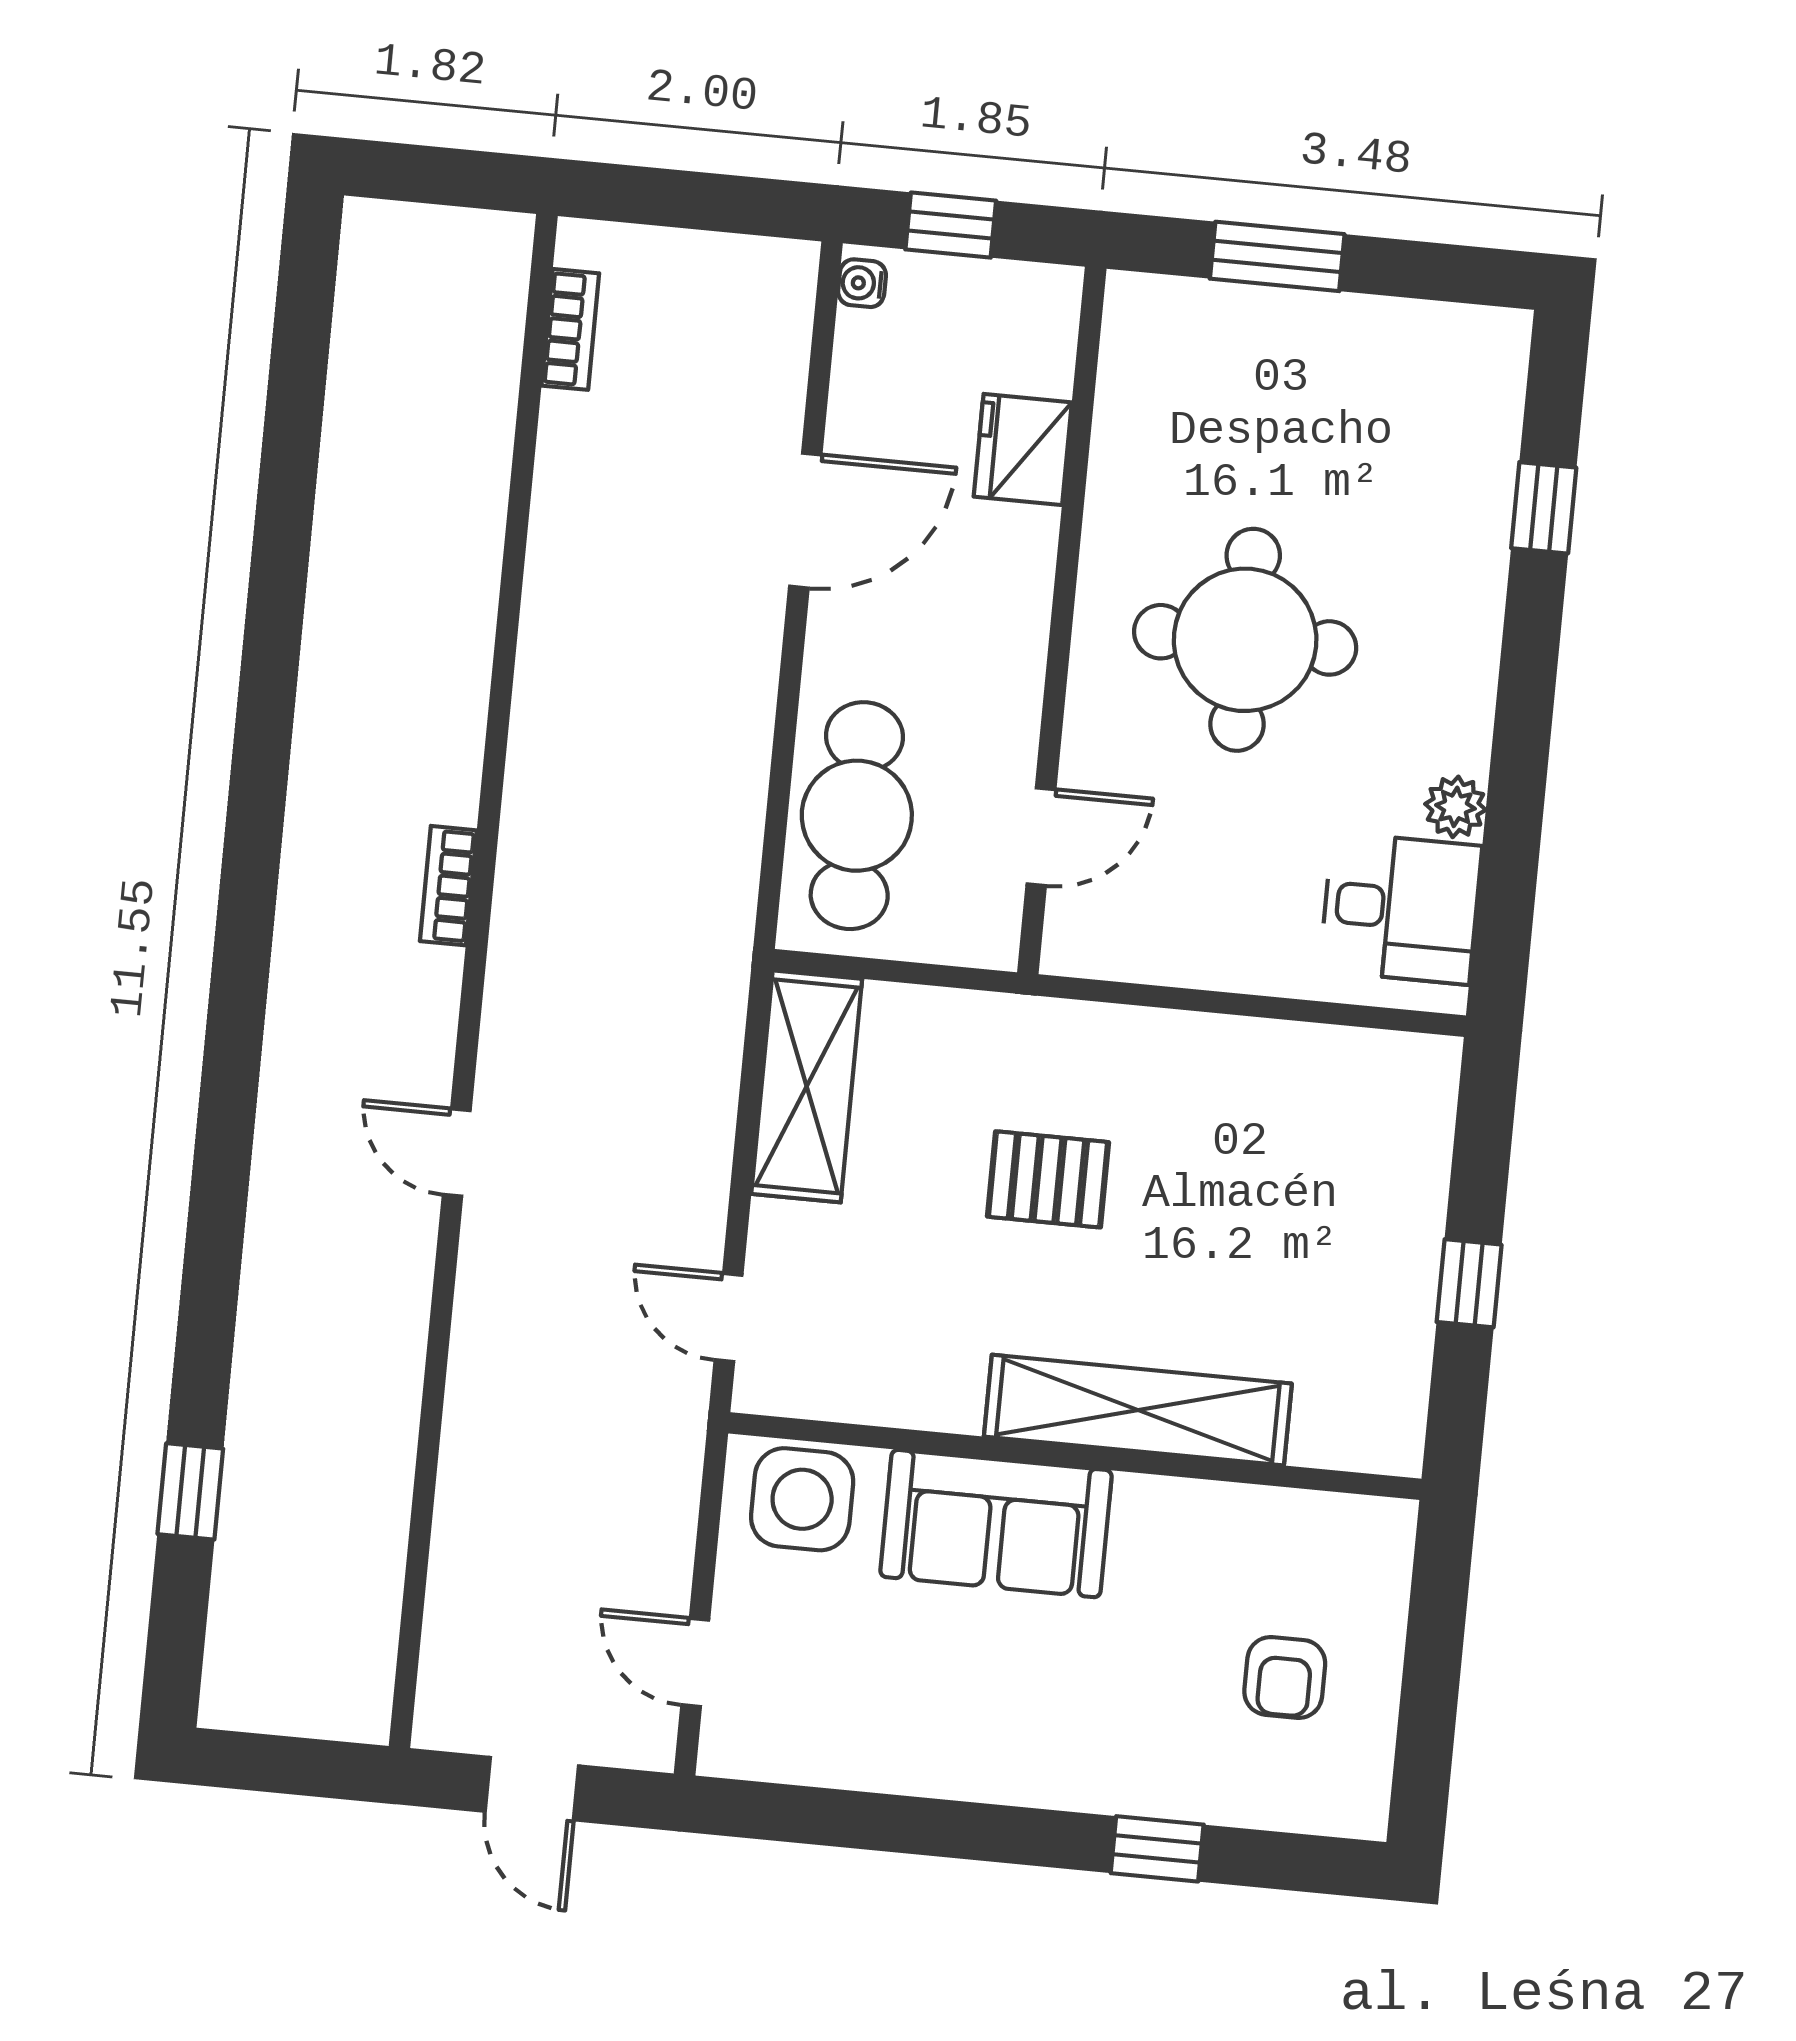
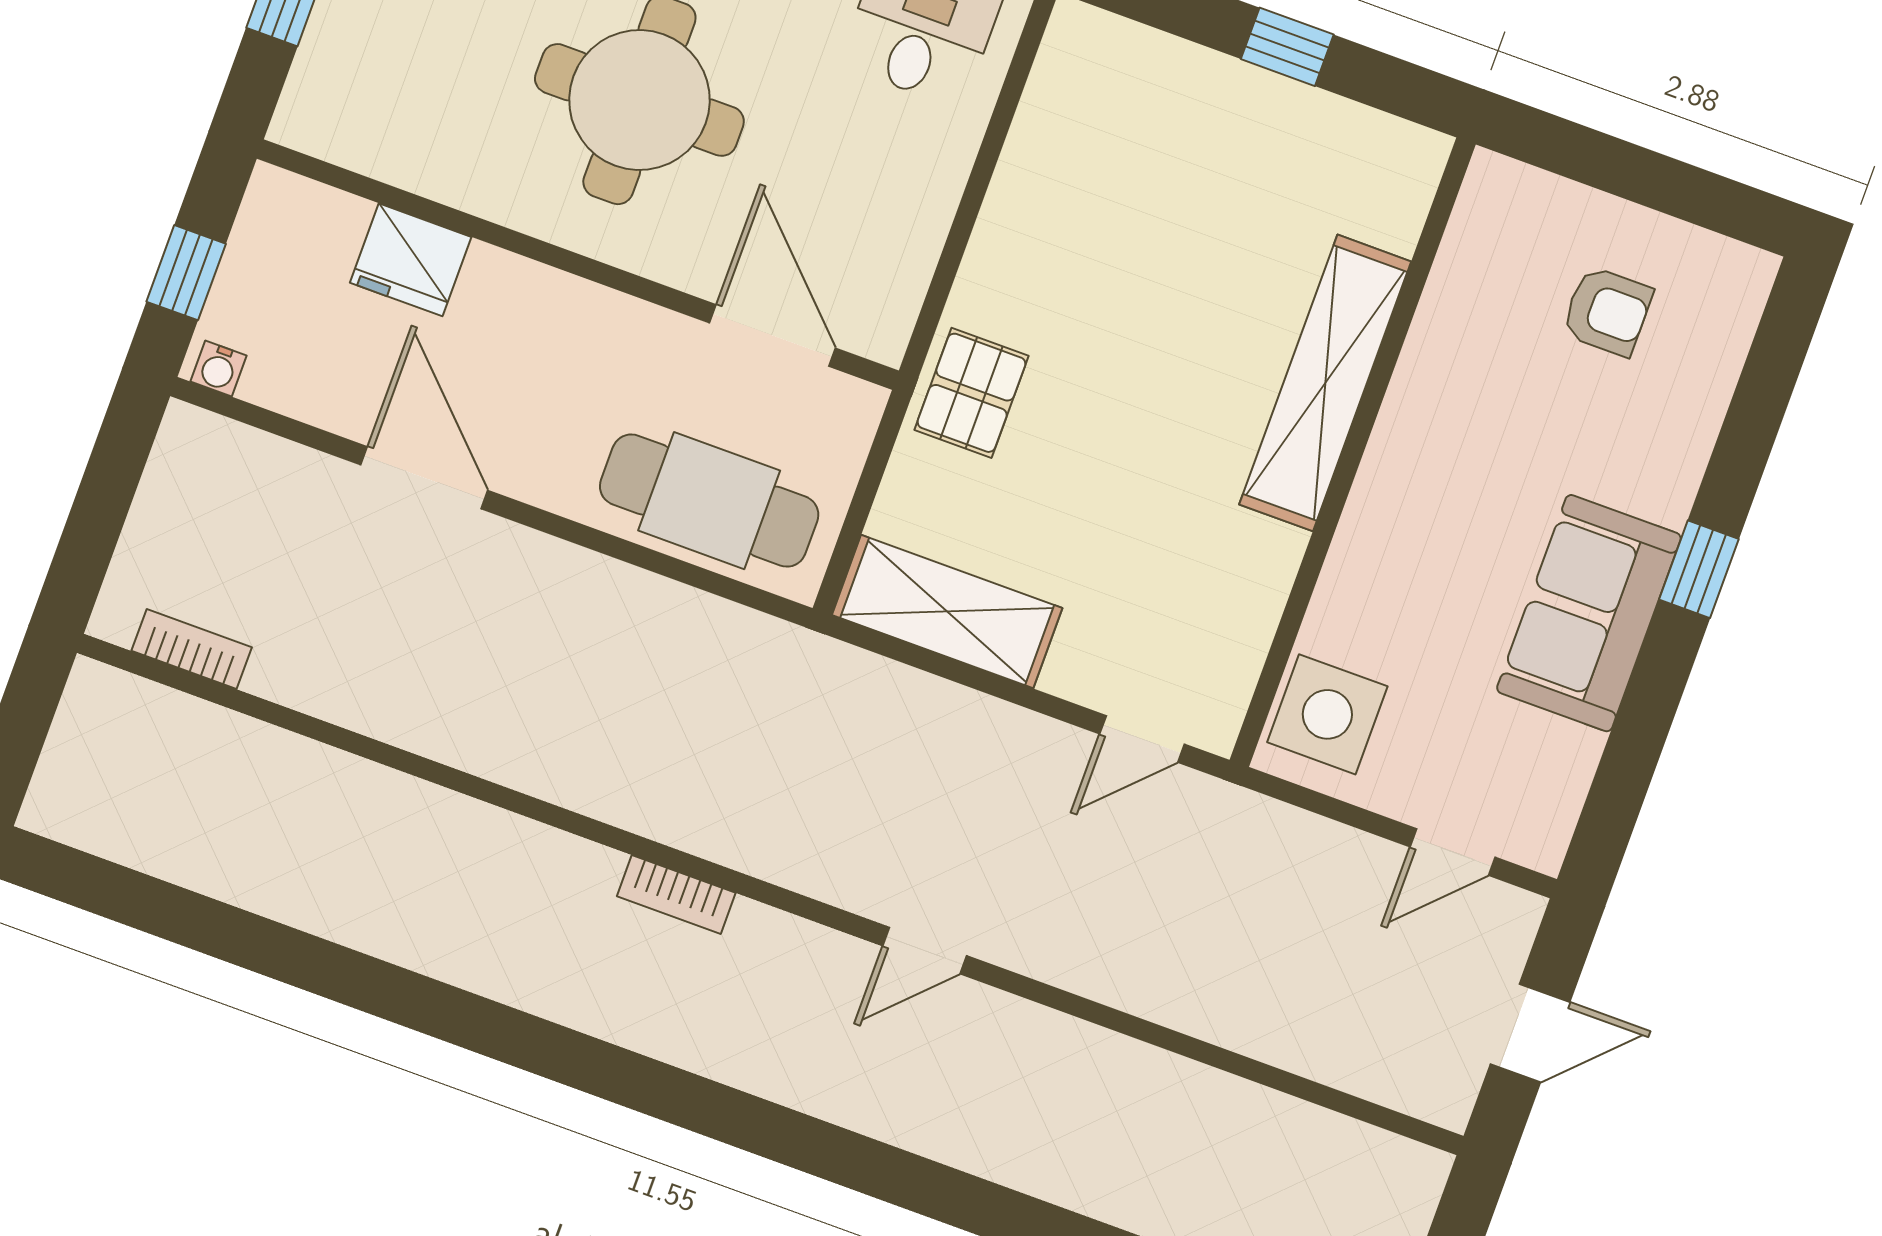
door: (1041, 837) -> (773, 336), width x1.38
pallet: (1048, 1179) -> (972, 393), moved
sofa: (996, 1524) -> (1589, 613), moved, turned 180
window: (1157, 1849) -> (1699, 569), moved

